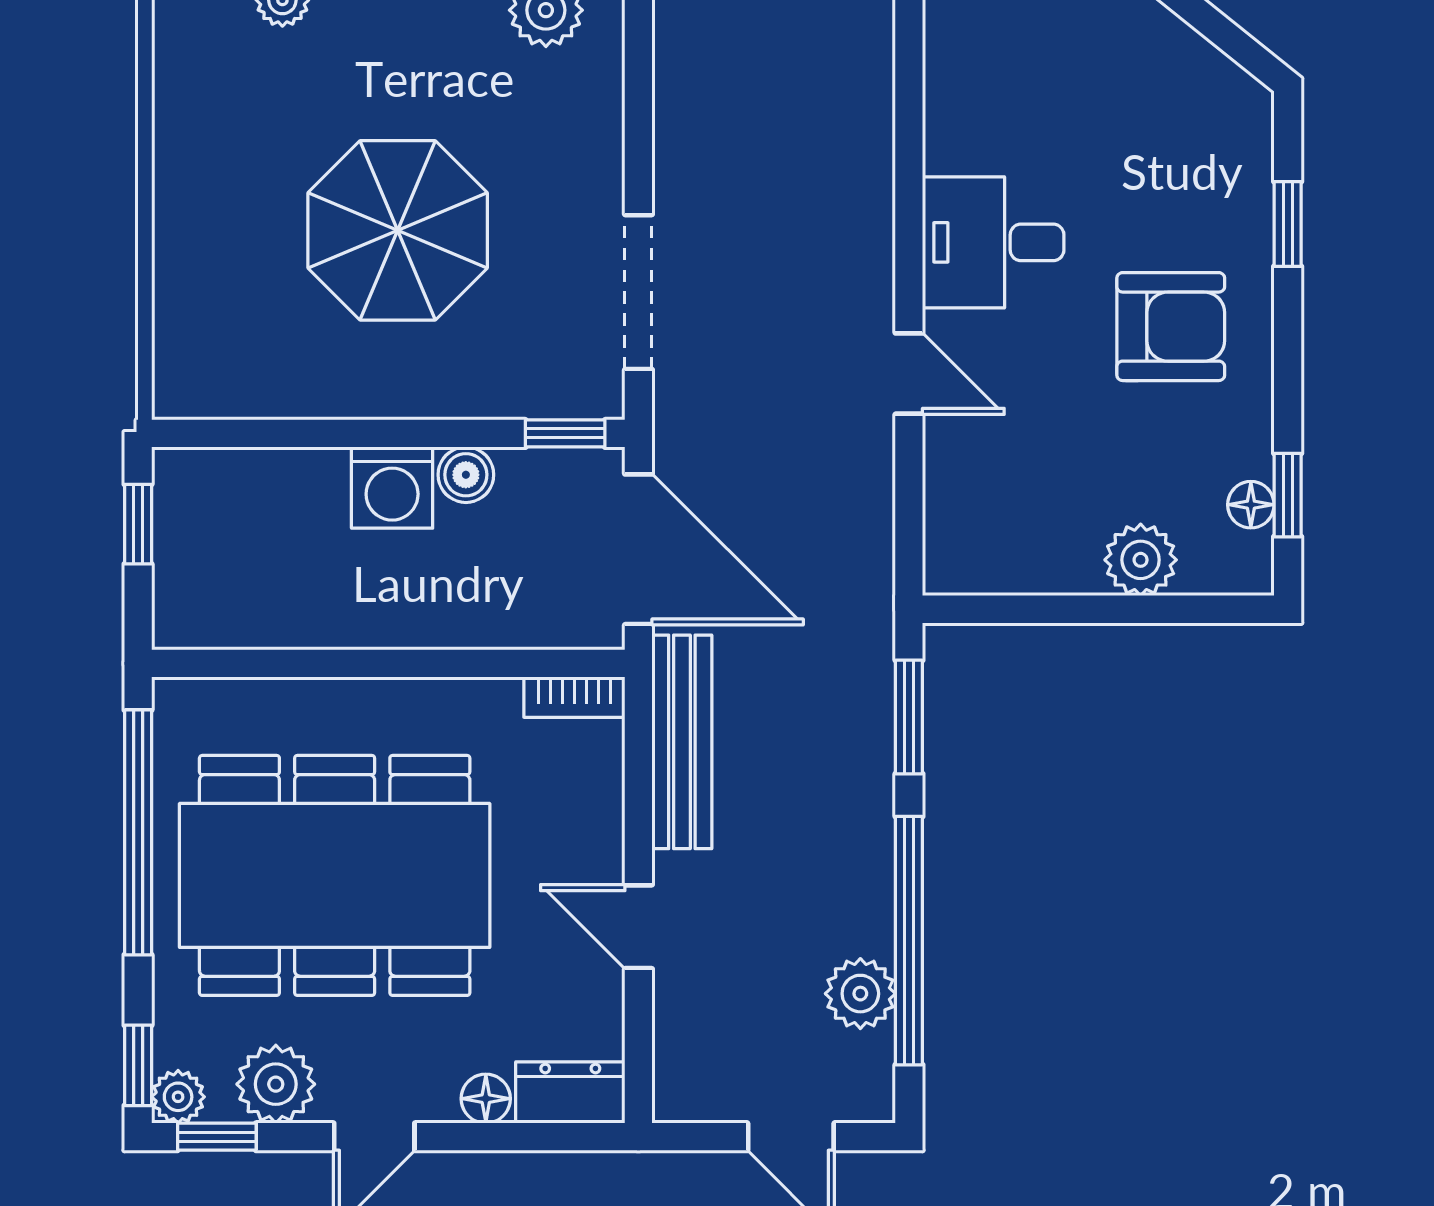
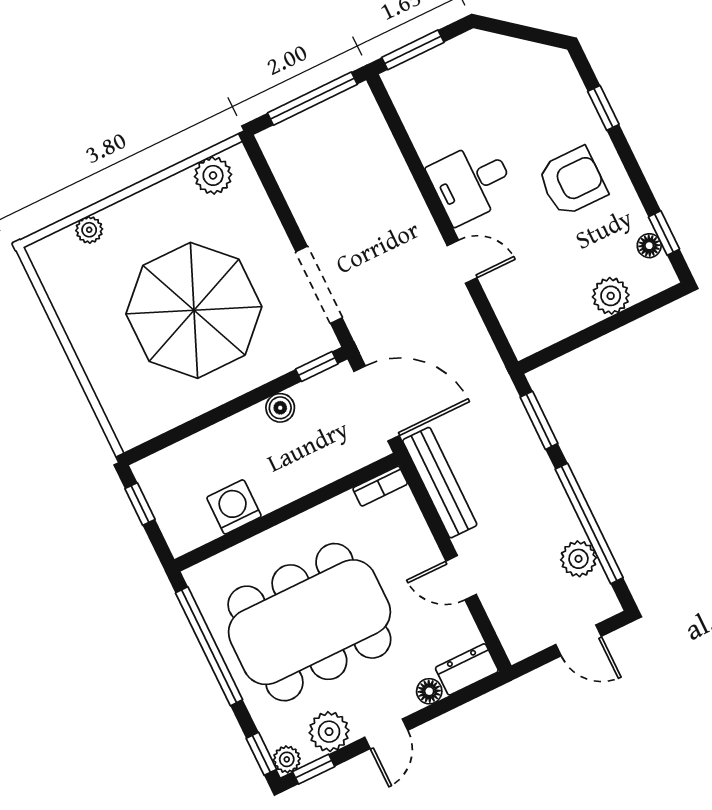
parasol: (398, 230) -> (194, 310), width x1.36, depth x1.36
washing machine: (392, 488) -> (234, 507), moved, turned 180

